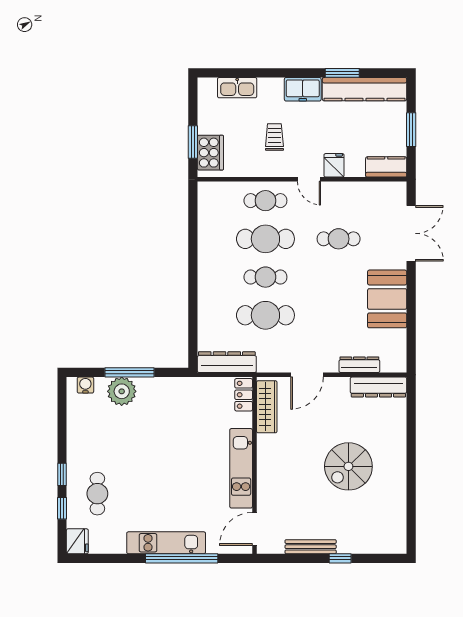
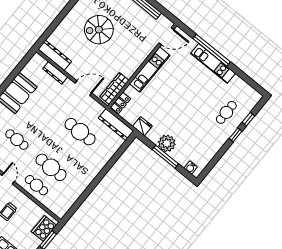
cafe table: (265, 277) -> (66, 149), removed
plant: (122, 391) -> (167, 143), moved
spiral stairs: (348, 466) -> (99, 30), turned 180
fridge: (77, 541) -> (142, 126), moved, turned 90

